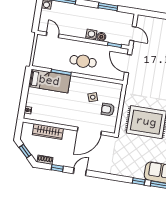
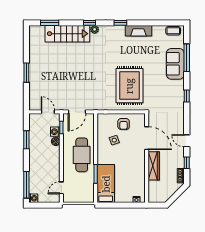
door: (133, 34) -> (48, 112), hinge flipped
washing machine: (91, 35) -> (55, 132), moved
cafe table: (83, 61) -> (82, 155), width x1.37, depth x1.35
wardrobe: (48, 132) -> (154, 166), moved
window: (25, 151) -> (176, 196), removed
window: (139, 181) -> (187, 96), moved

